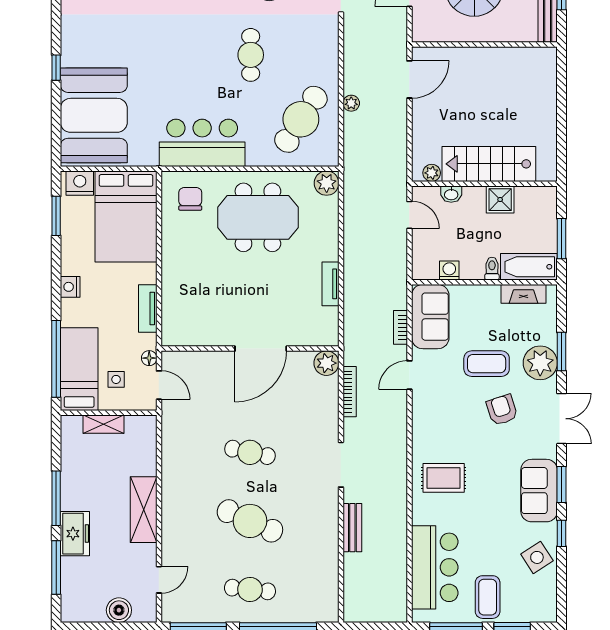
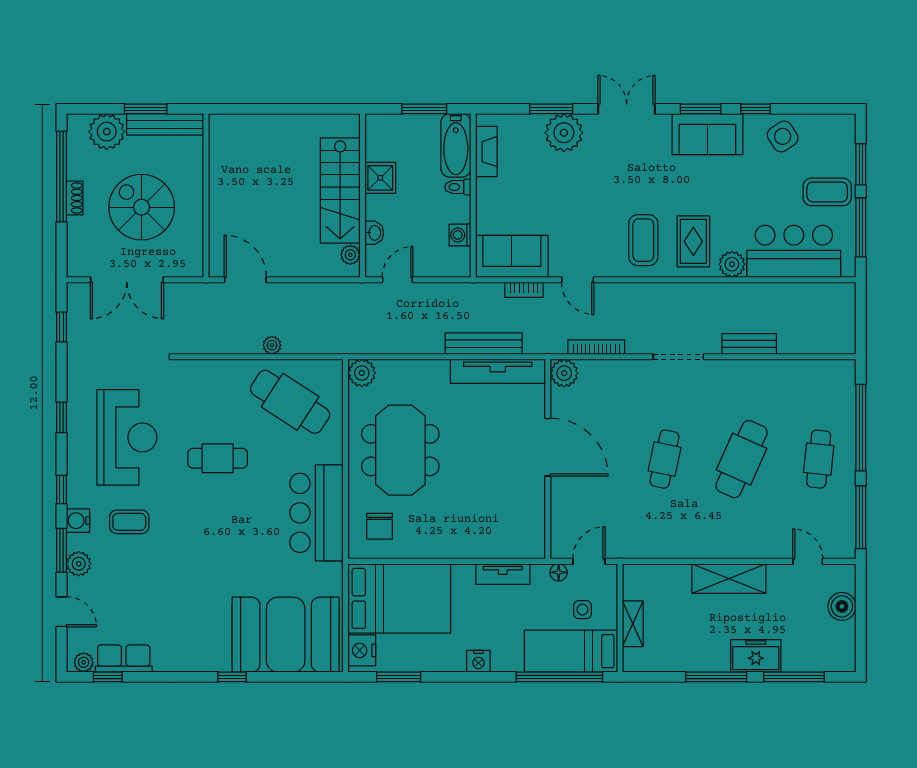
chair: (190, 199) -> (380, 526), turned -90
tv unit: (330, 284) -> (498, 371), width x1.92, depth x1.29
bench: (353, 292) -> (484, 344), added
coffee table: (487, 364) -> (643, 240), moved
armchair: (502, 410) -> (617, 176), removed
plant: (423, 512) -> (732, 264), added

